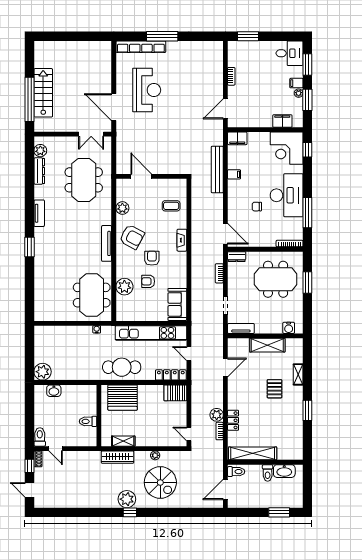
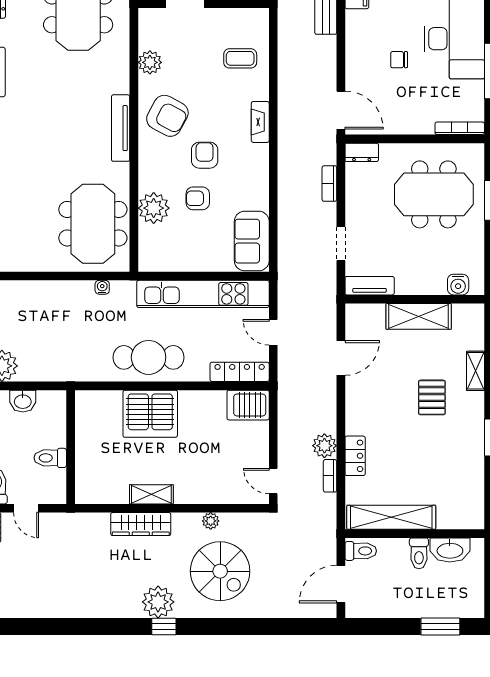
wall: (99, 416) -> (71, 447), moved
toilet: (88, 421) -> (50, 458), moved

